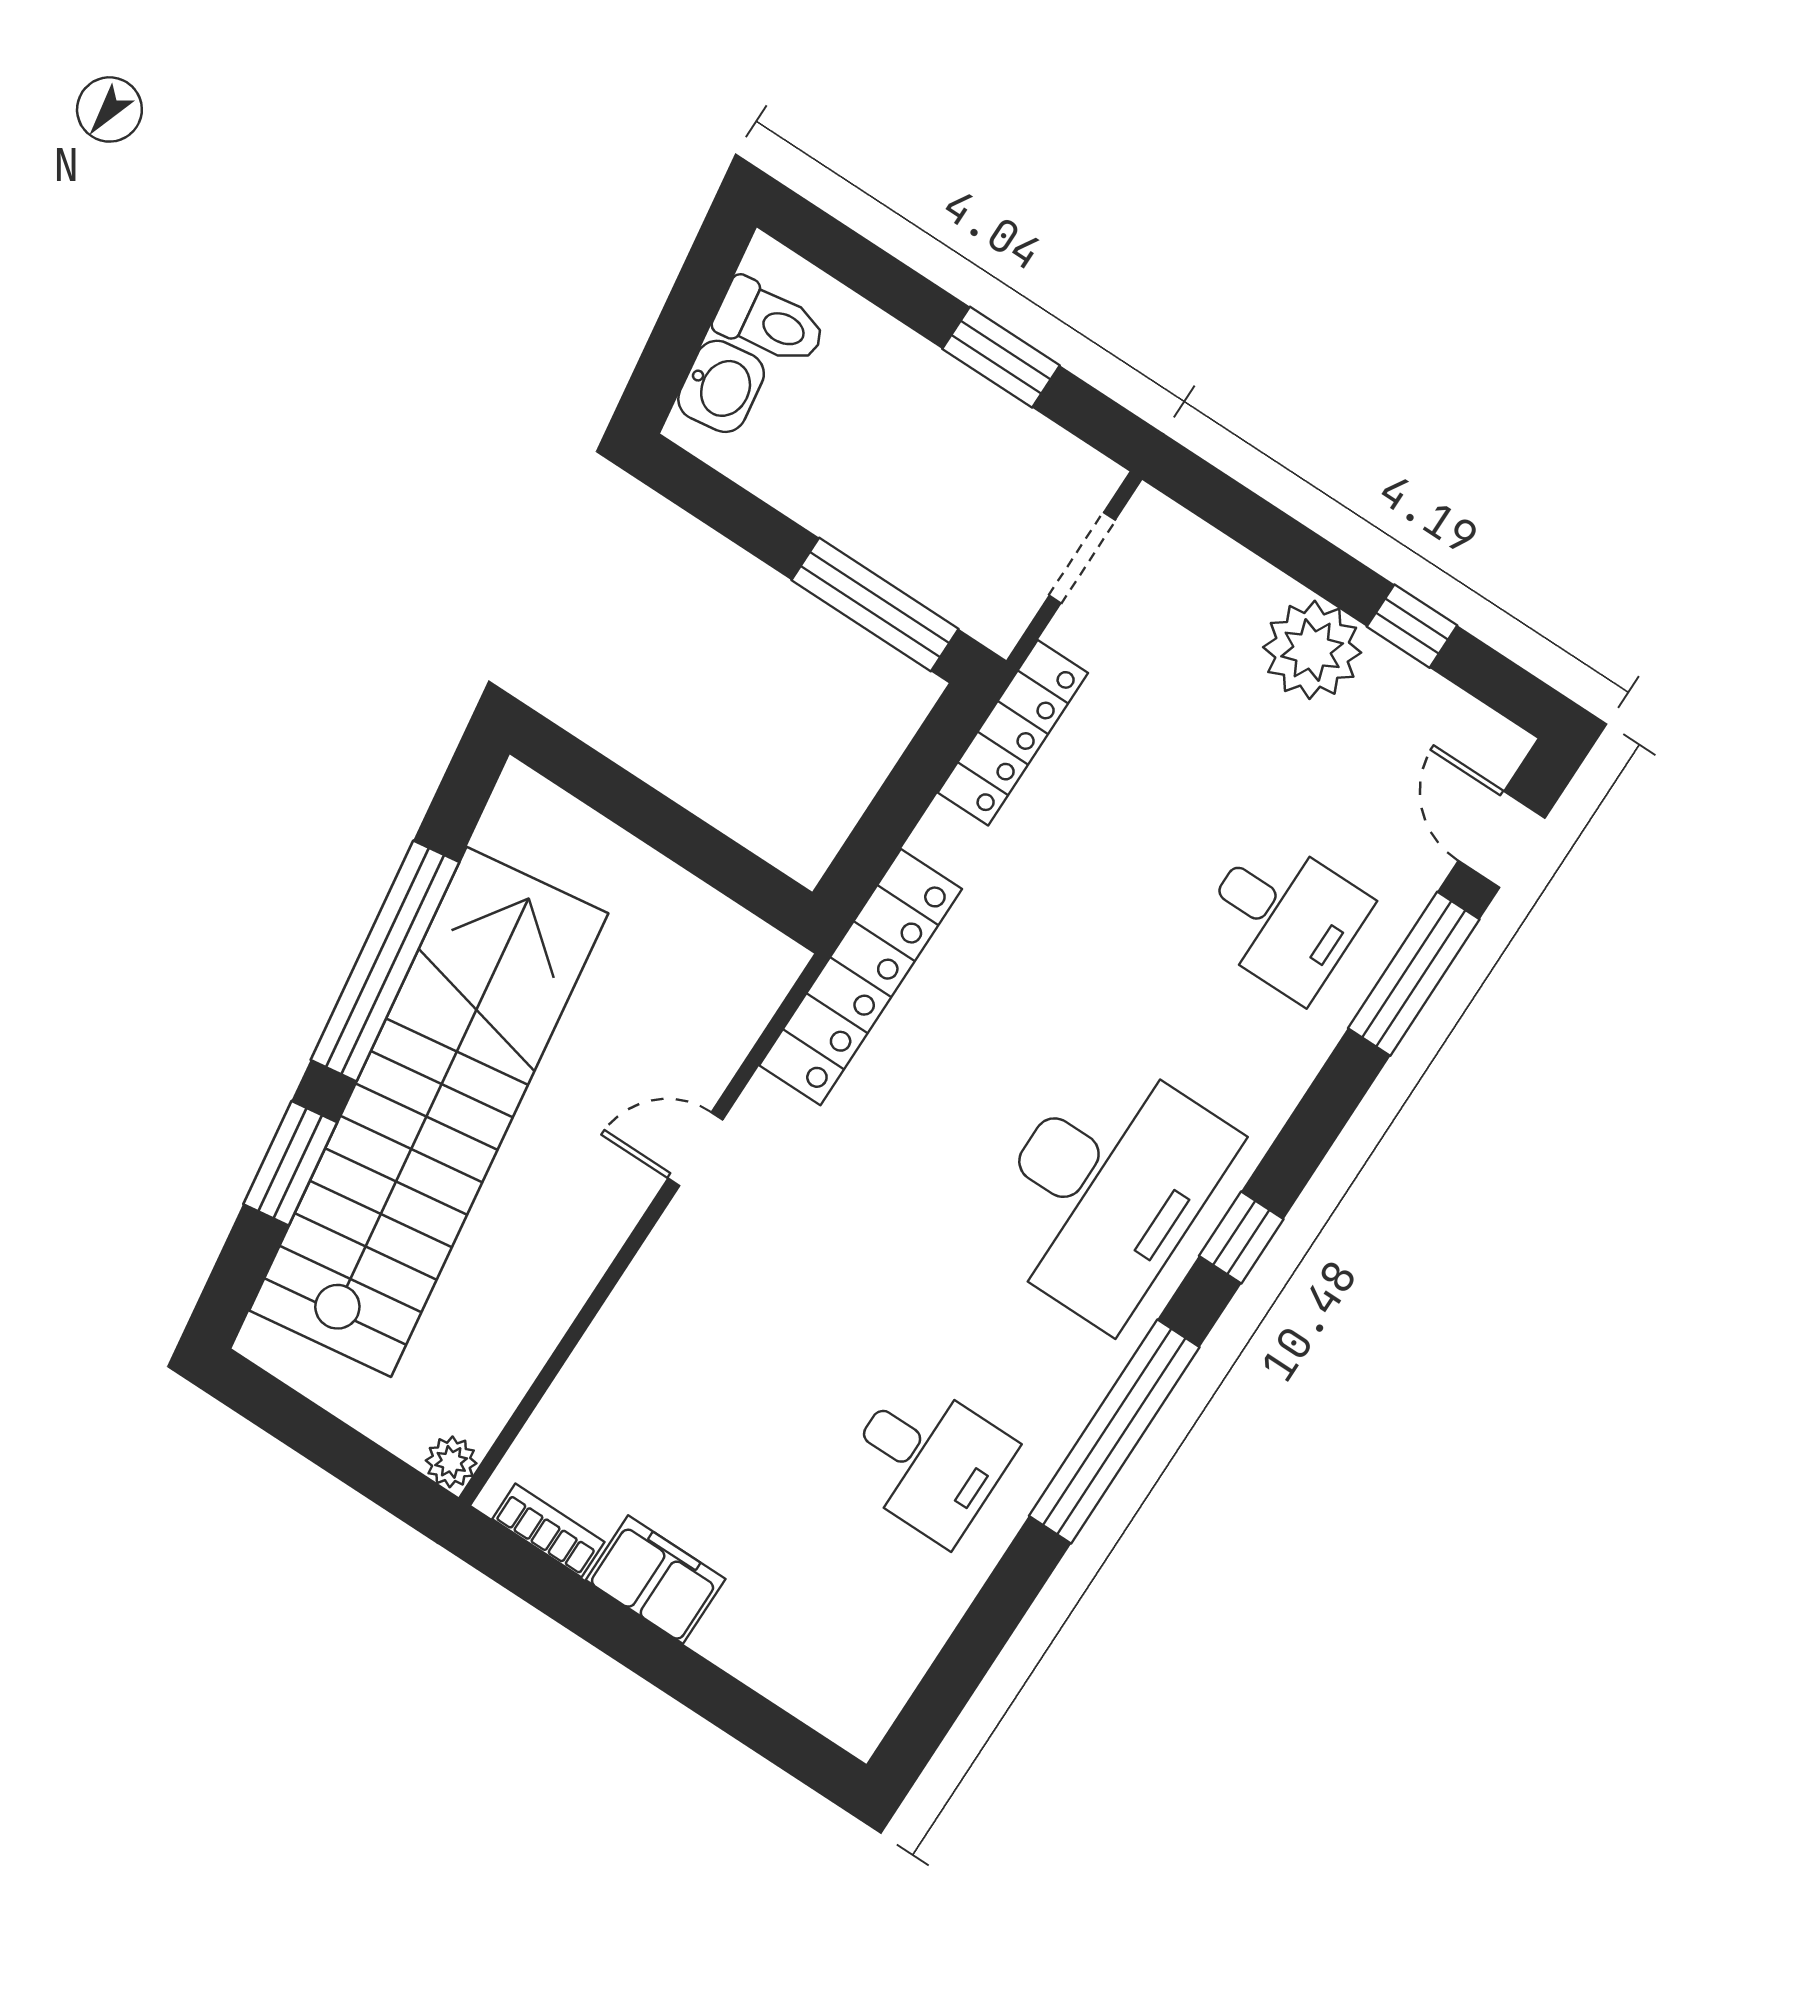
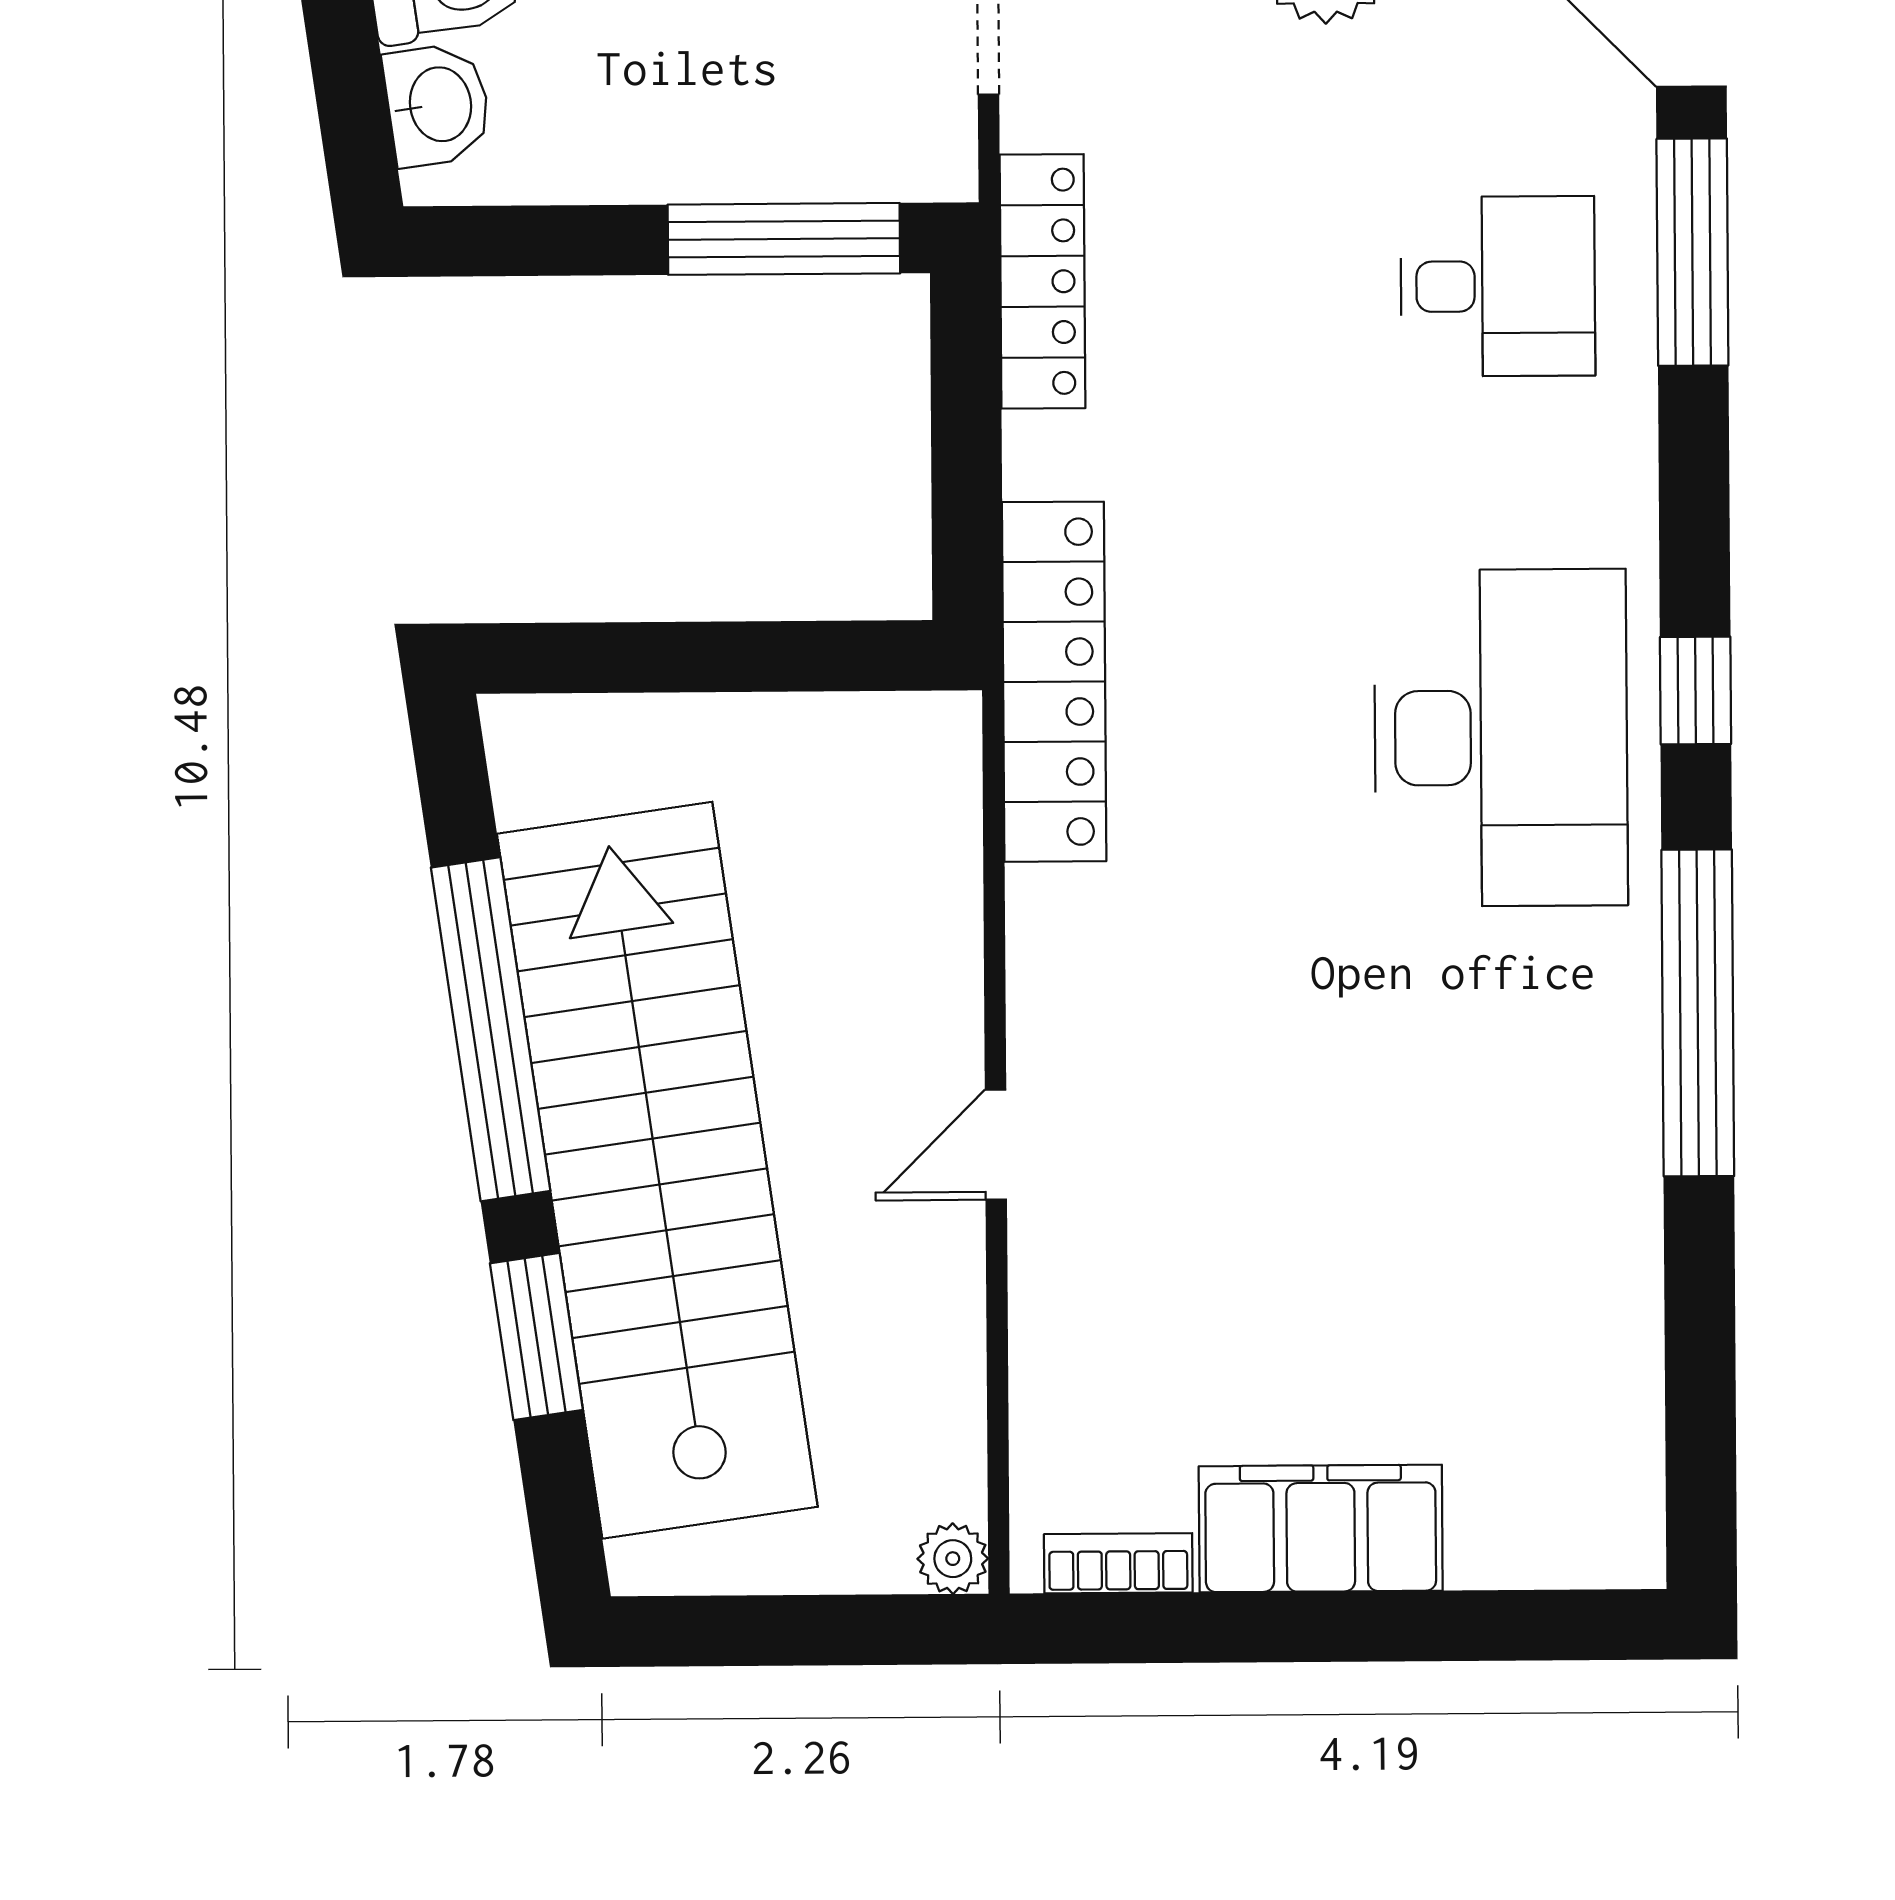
door: (695, 1149) -> (996, 1145), moved
desk: (928, 1460) -> (1504, 1189), removed
filing cabinet: (656, 1580) -> (1321, 1528), width x1.50, depth x1.17

